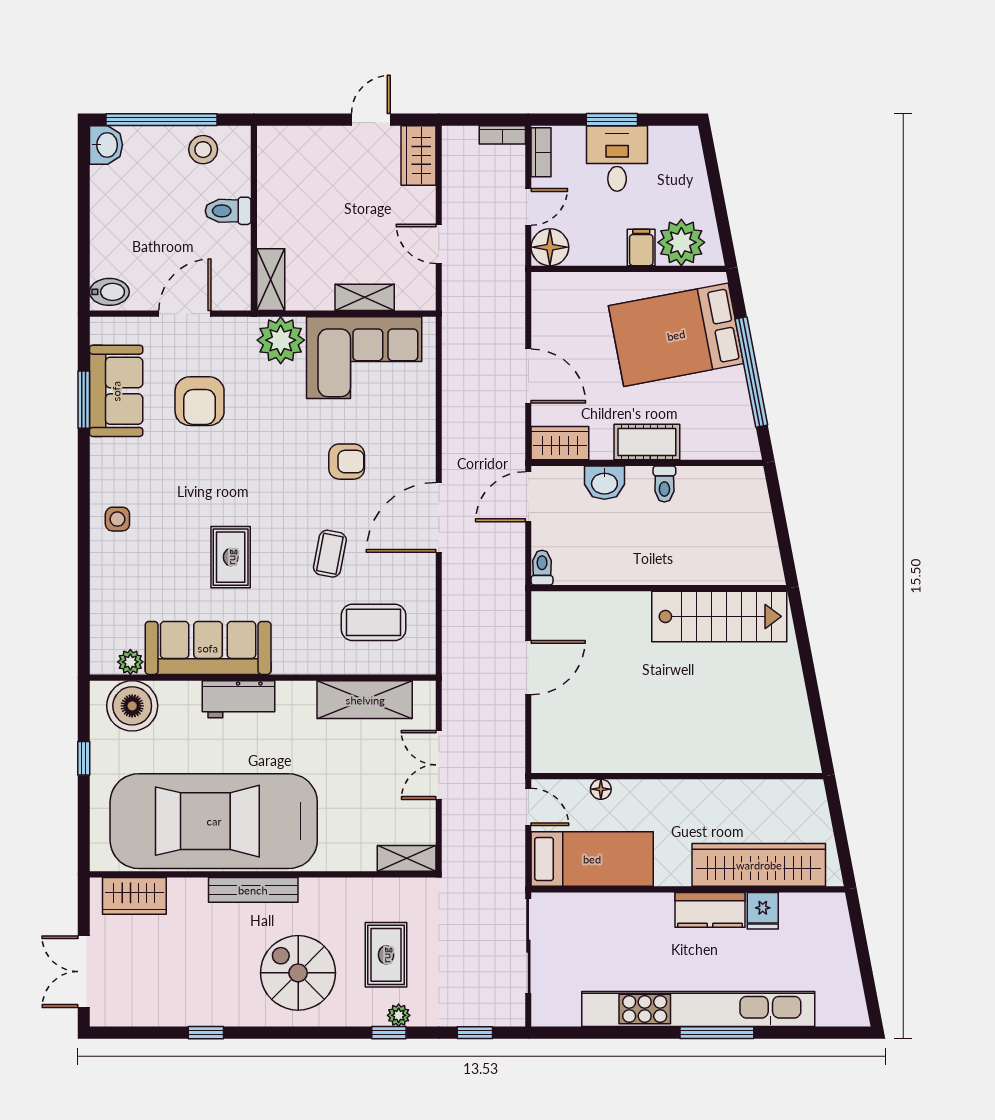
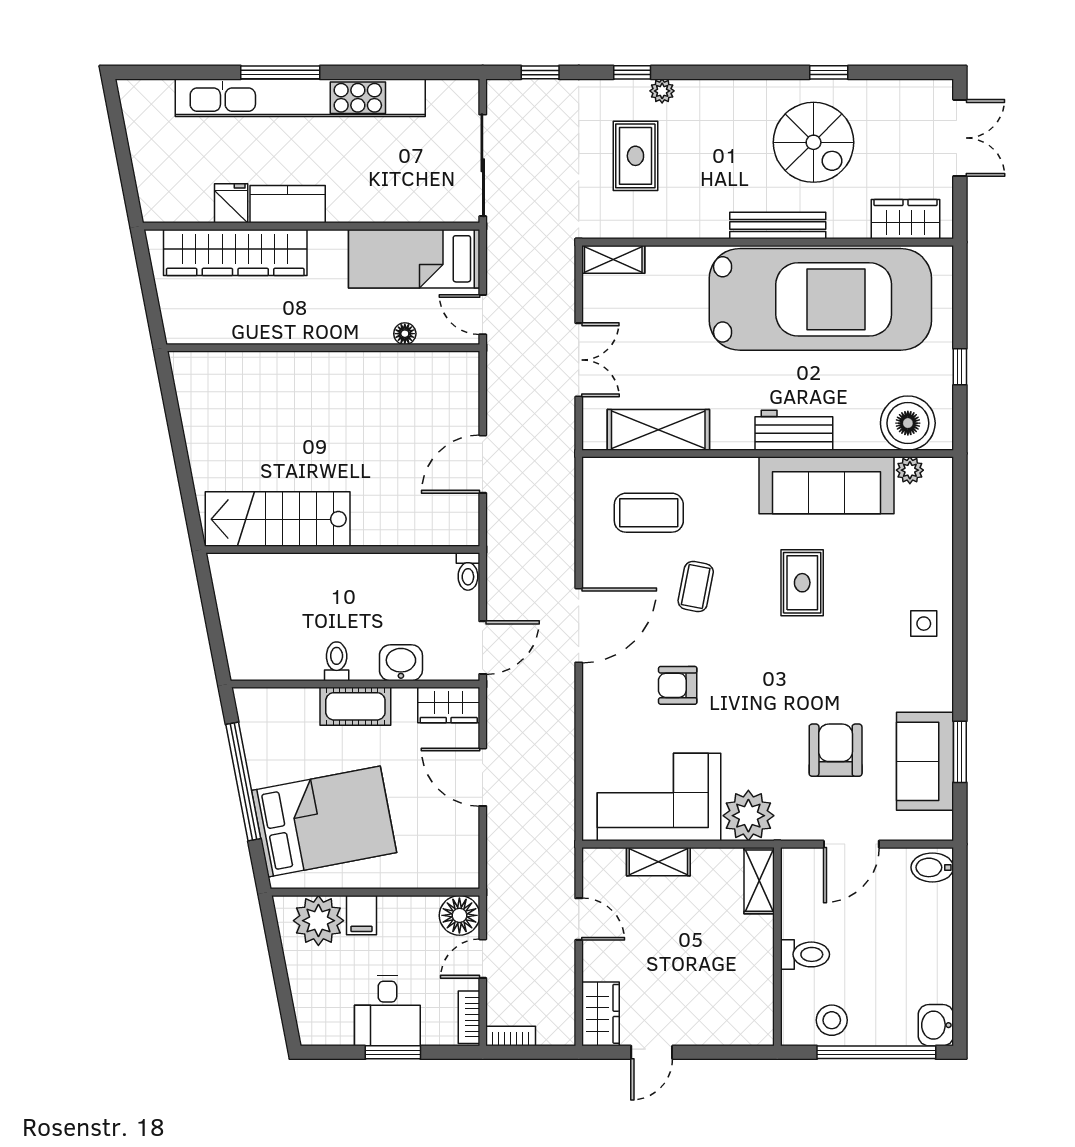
spiral stairs: (298, 973) -> (814, 142), moved
plant: (399, 1015) -> (662, 91), moved

